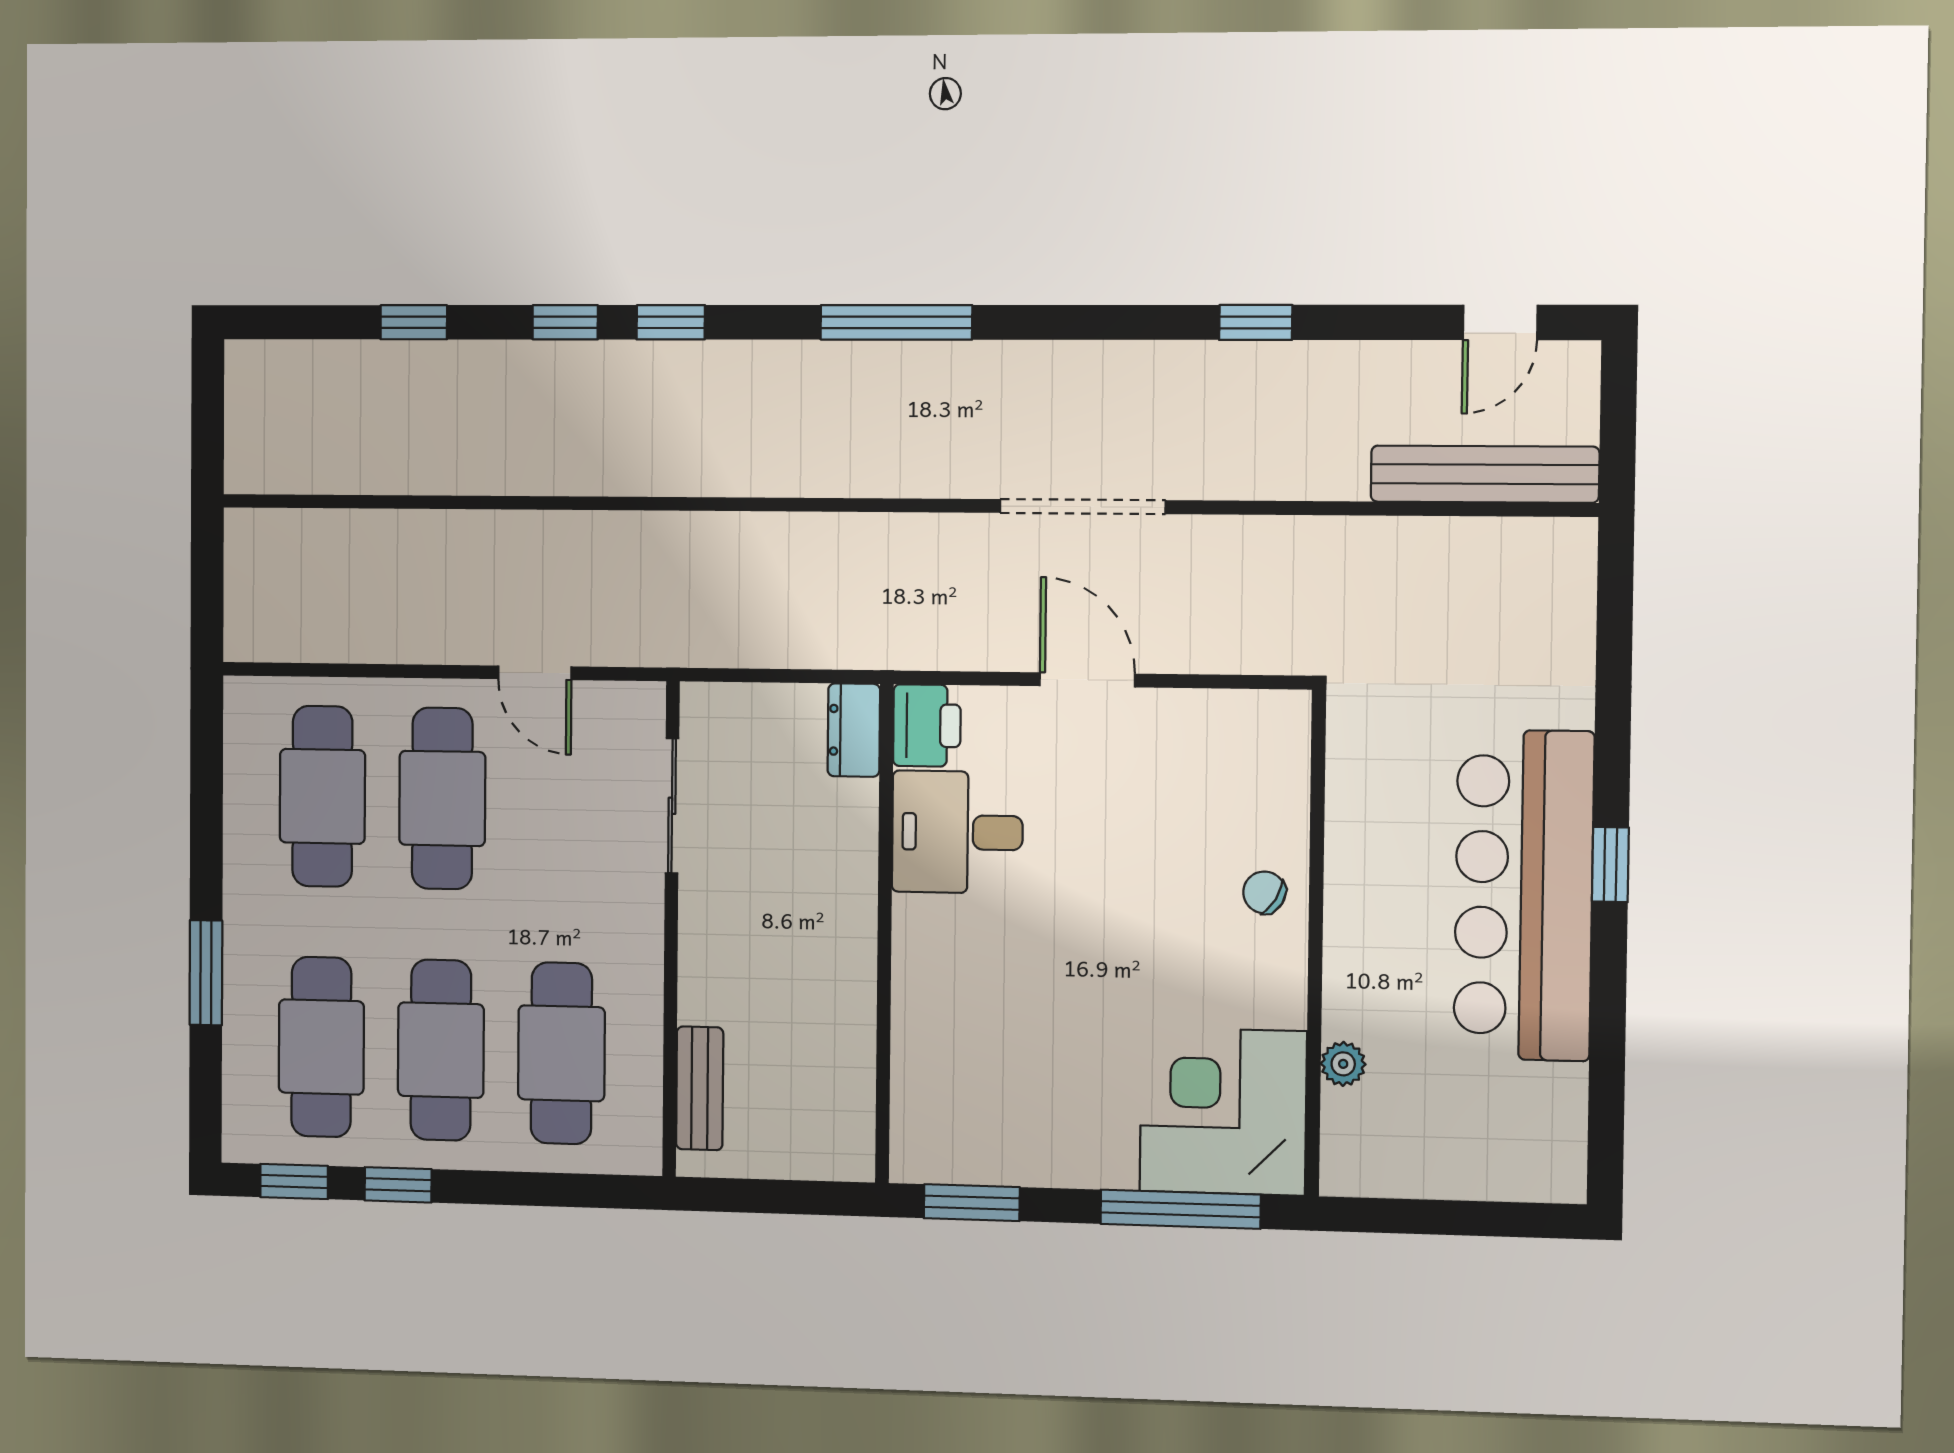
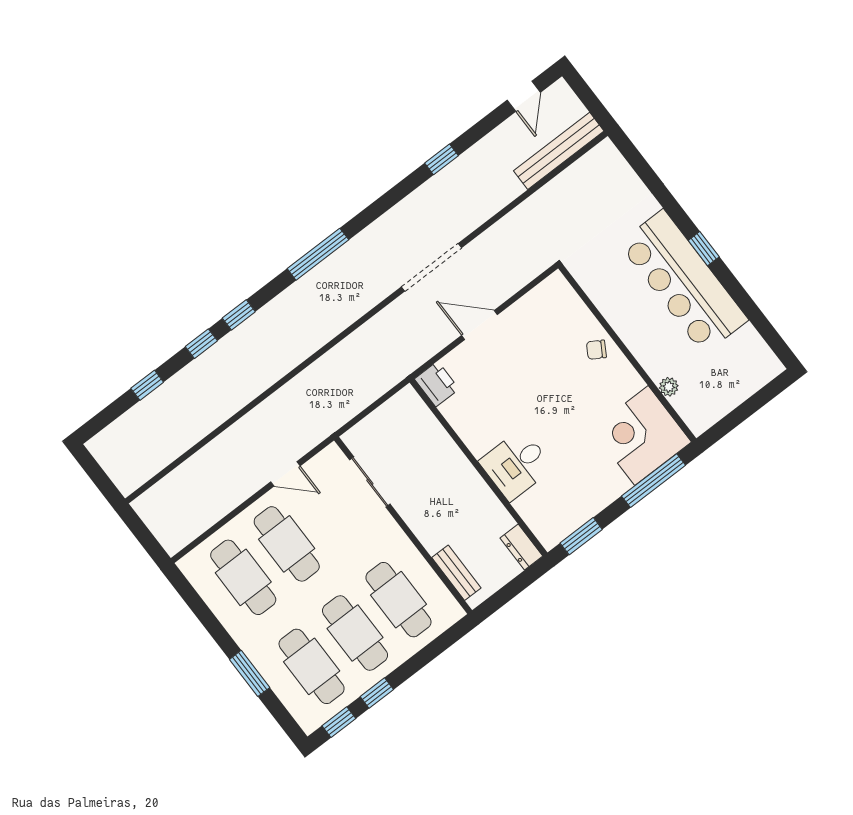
dresser: (854, 730) -> (521, 547), moved
desk: (957, 832) -> (516, 465), moved

